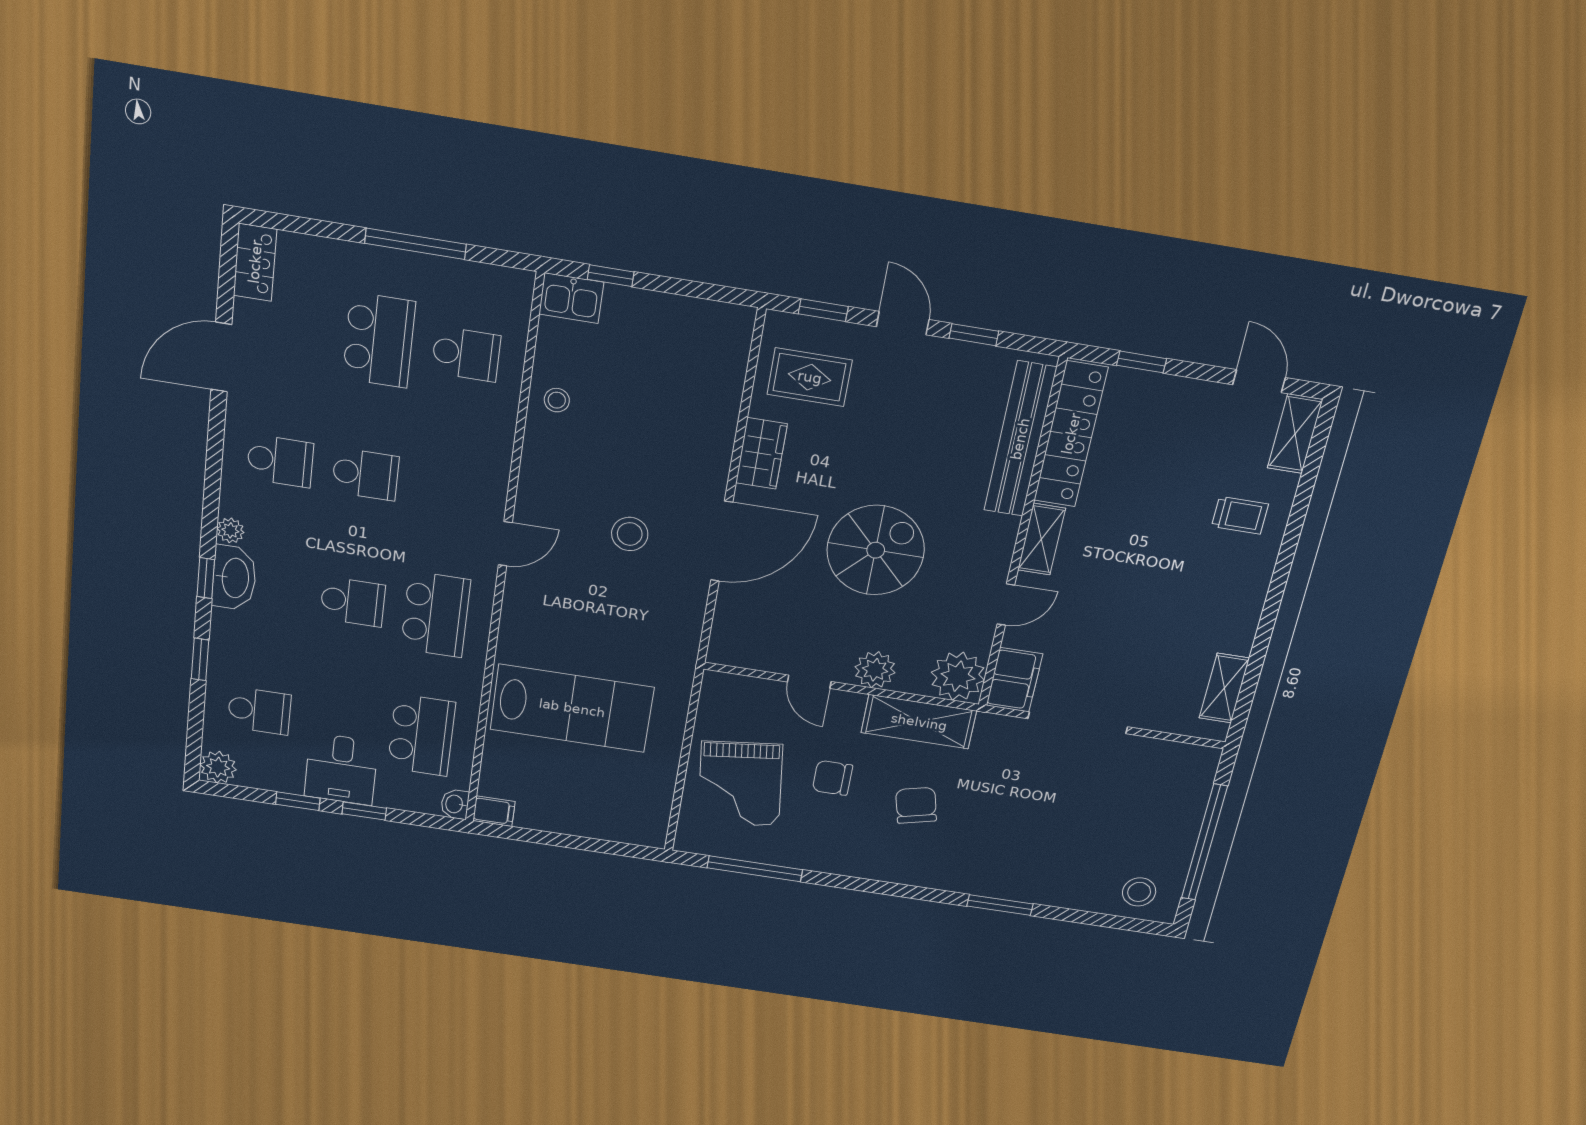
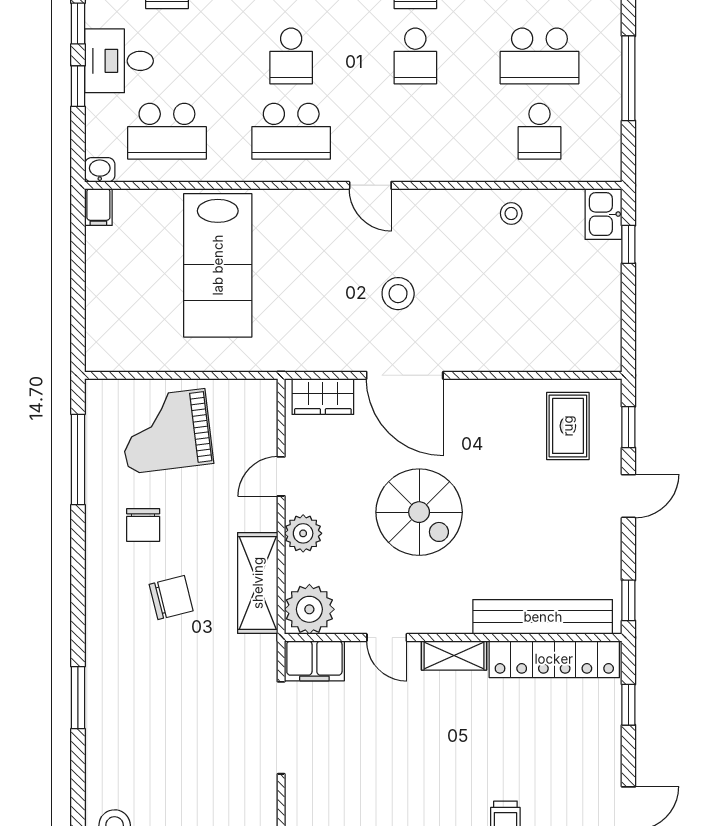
window: (974, 335) -> (628, 600), moved
wardrobe: (761, 453) -> (323, 397), moved
chair: (832, 778) -> (143, 525), moved, turned 180

